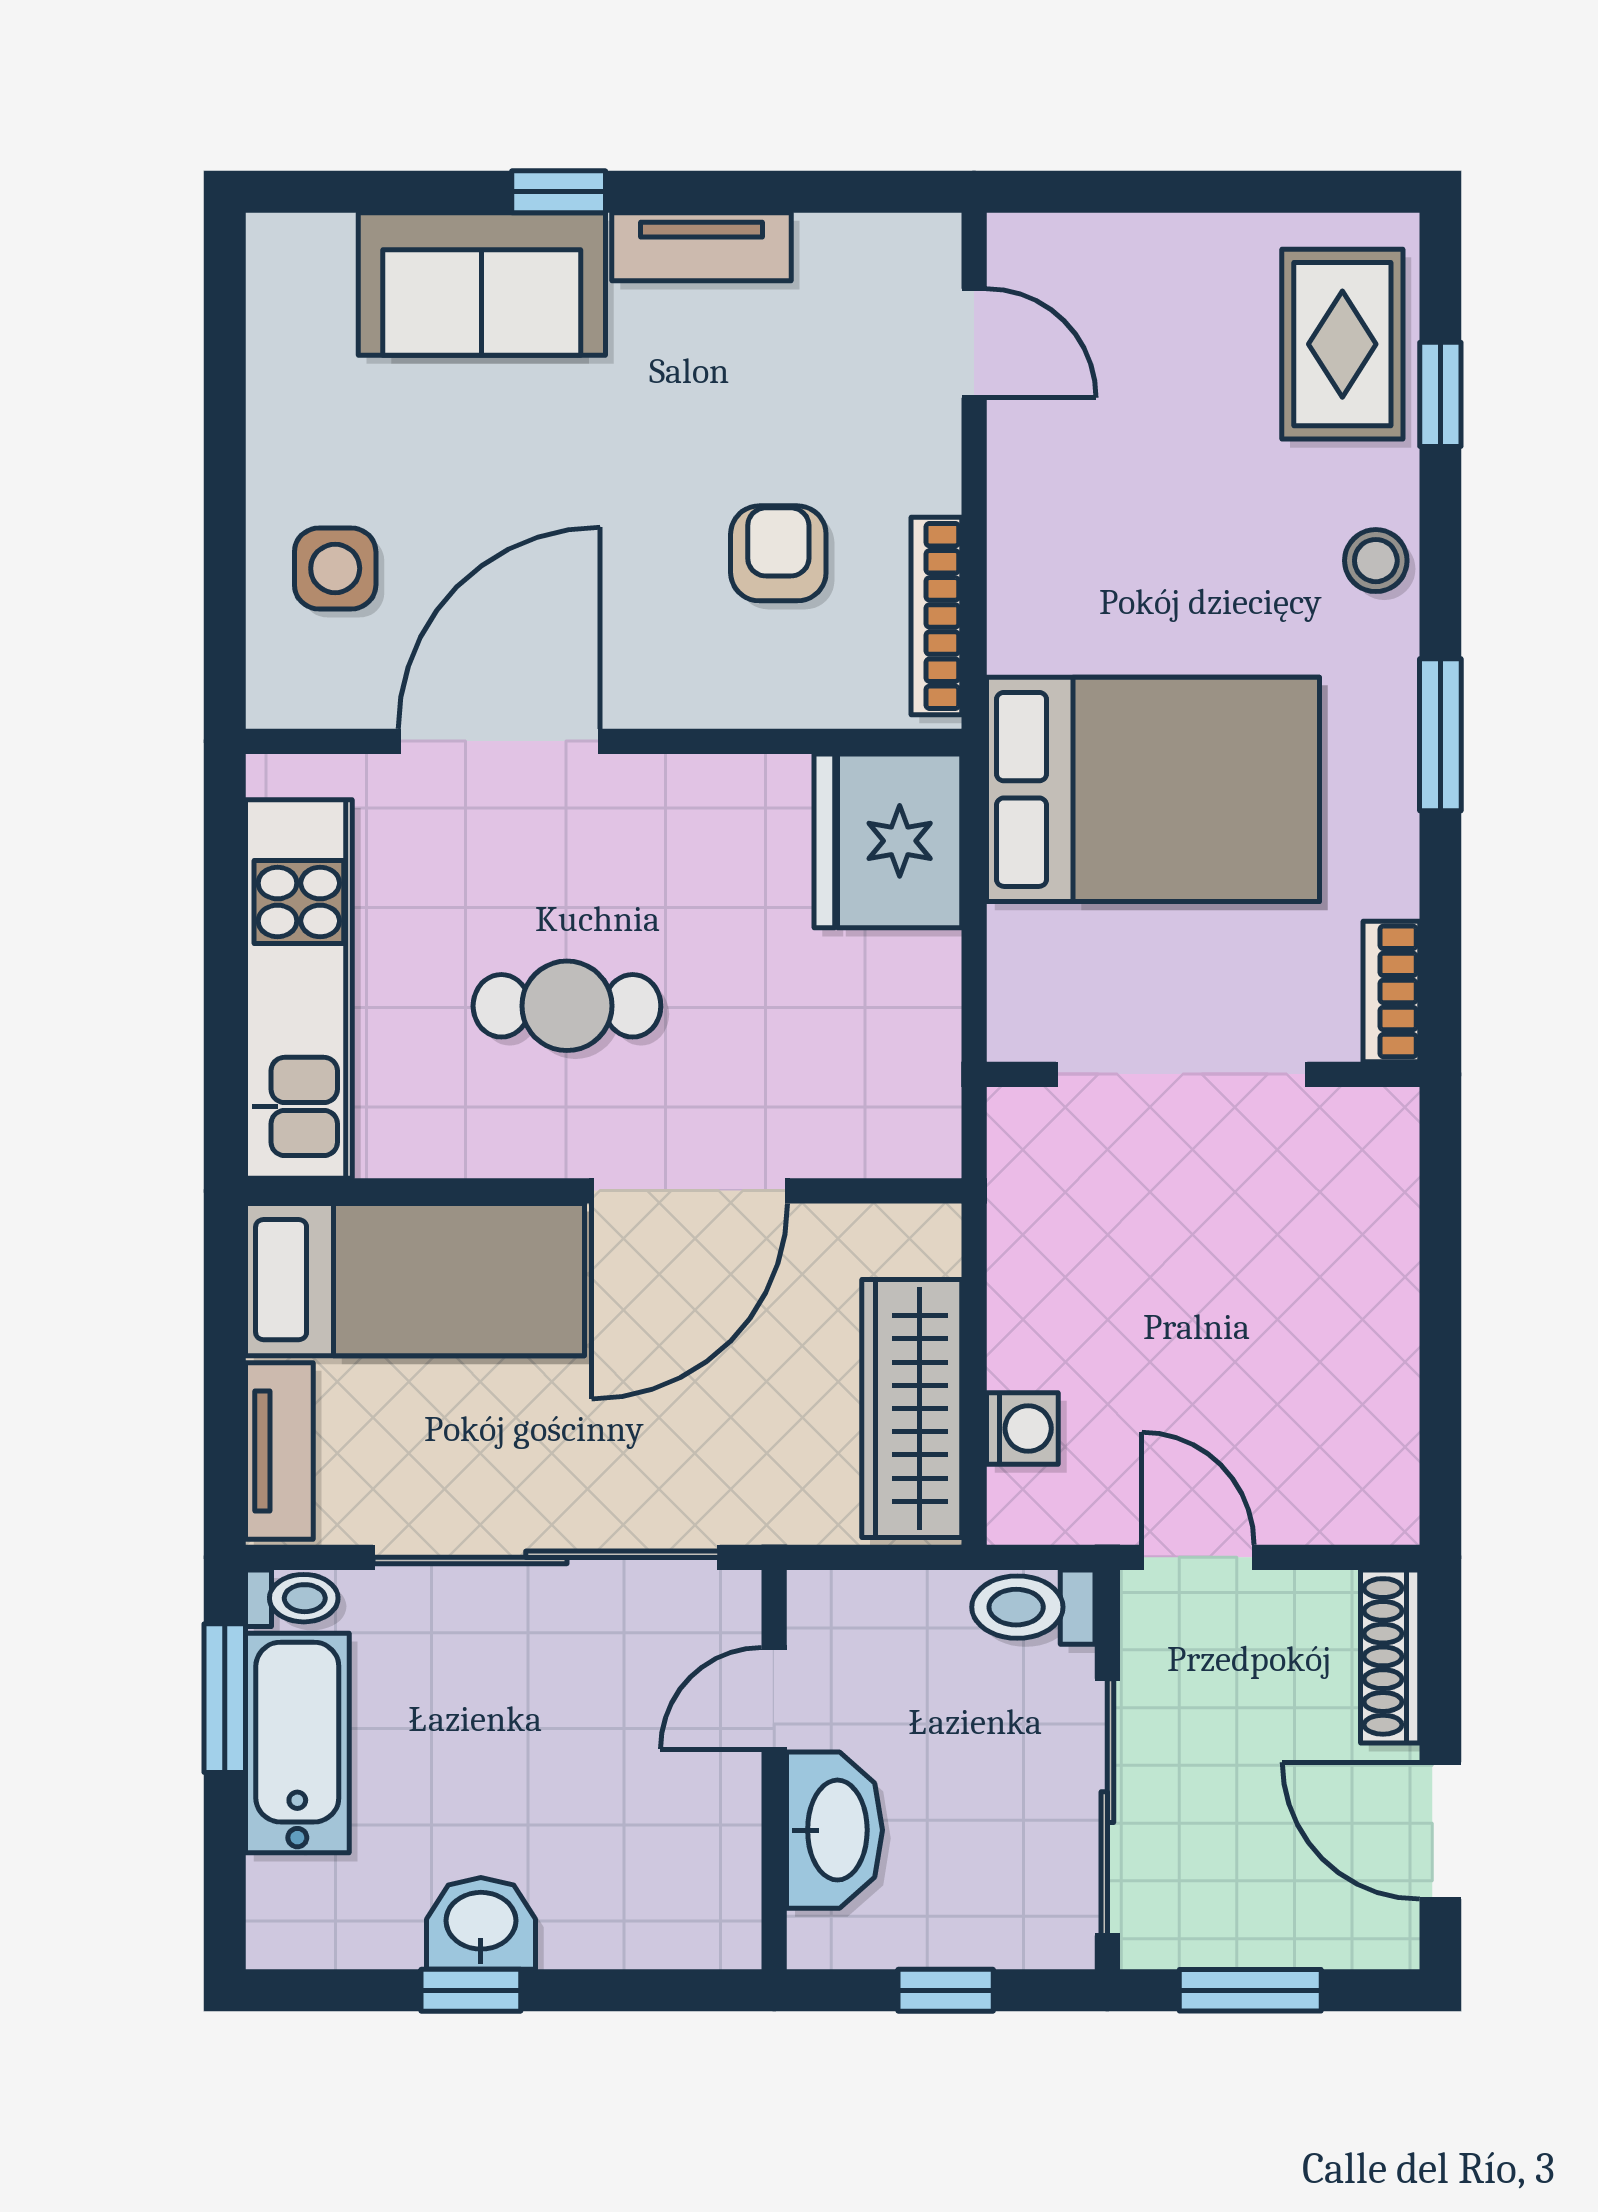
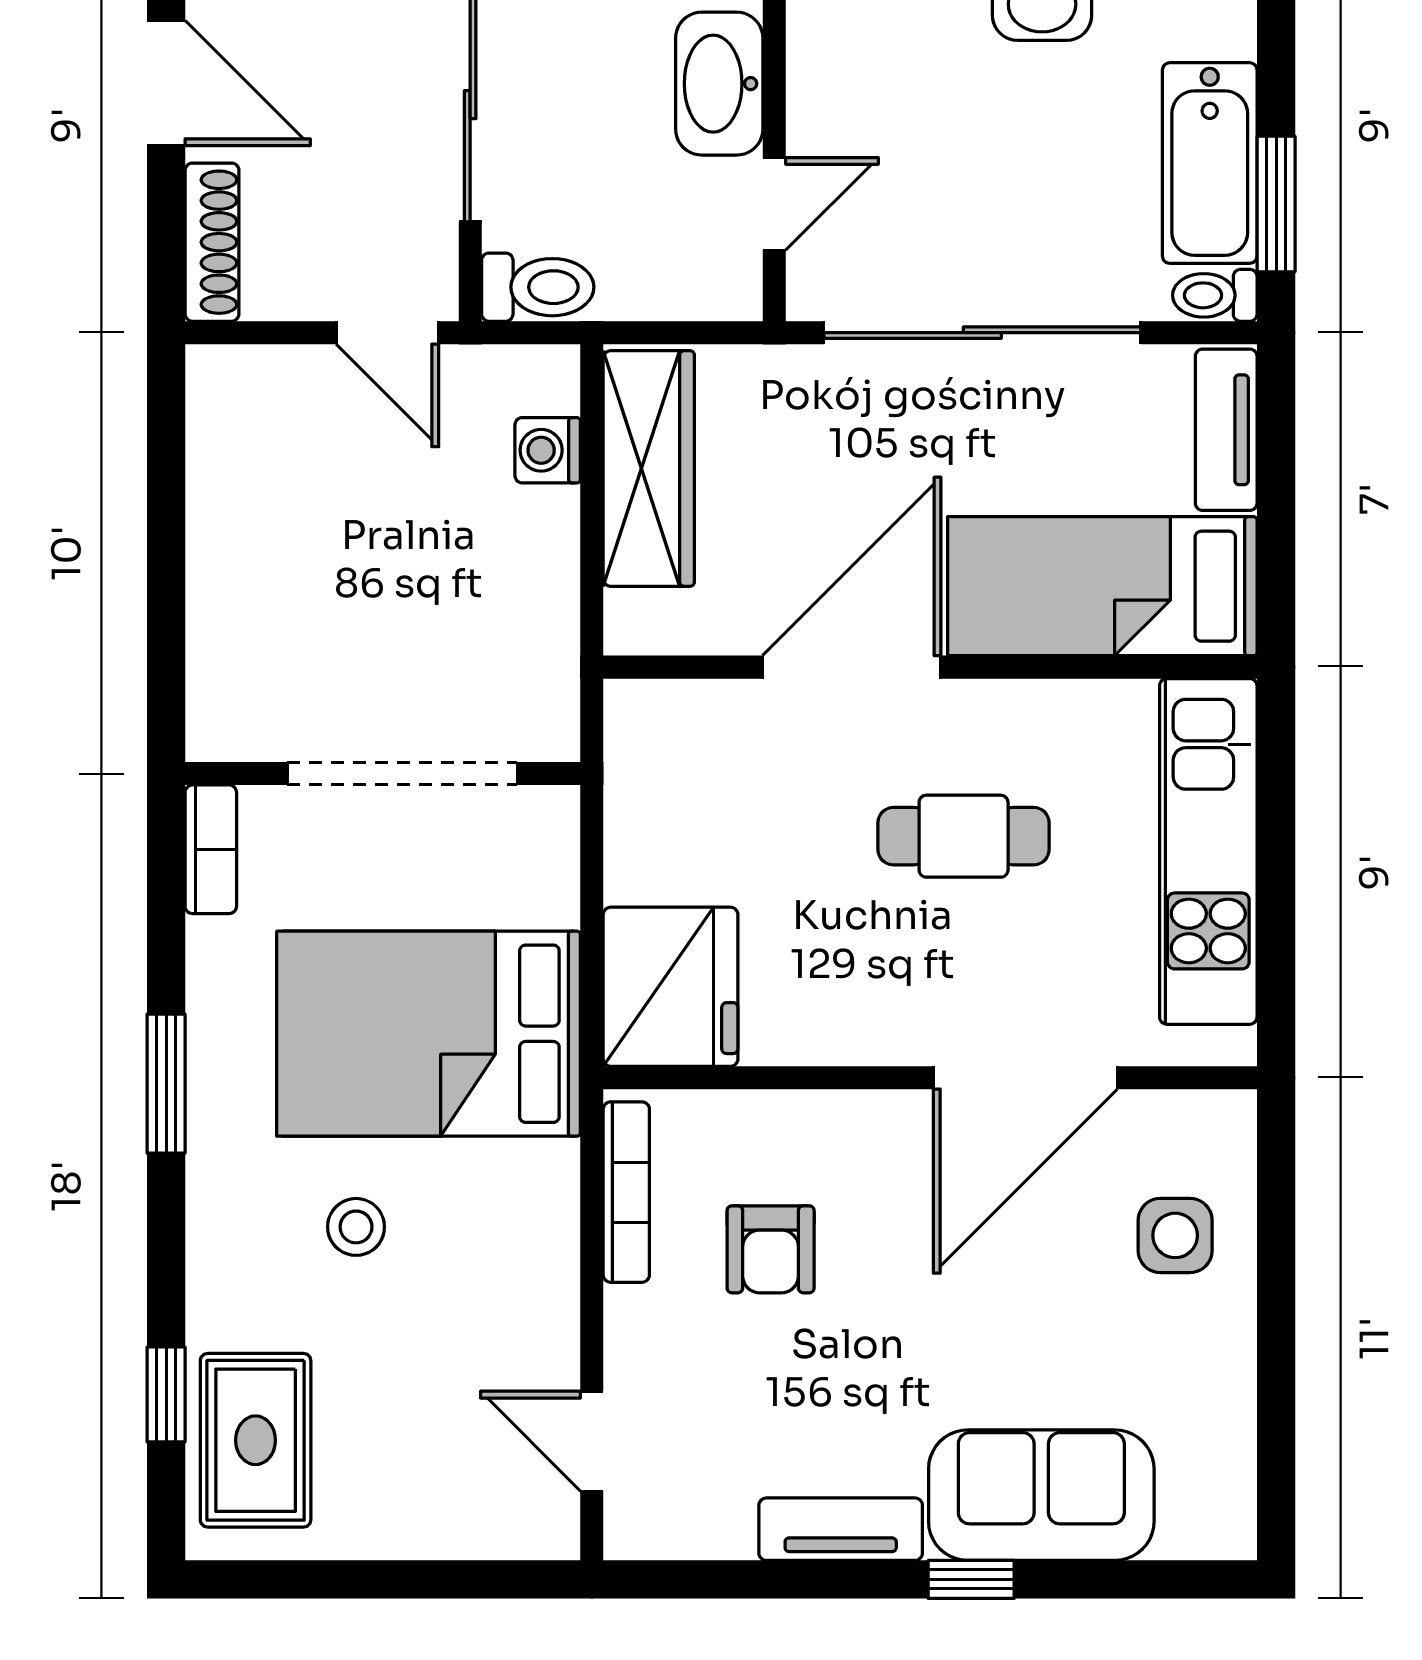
stool: (1376, 561) -> (356, 1227), moved

